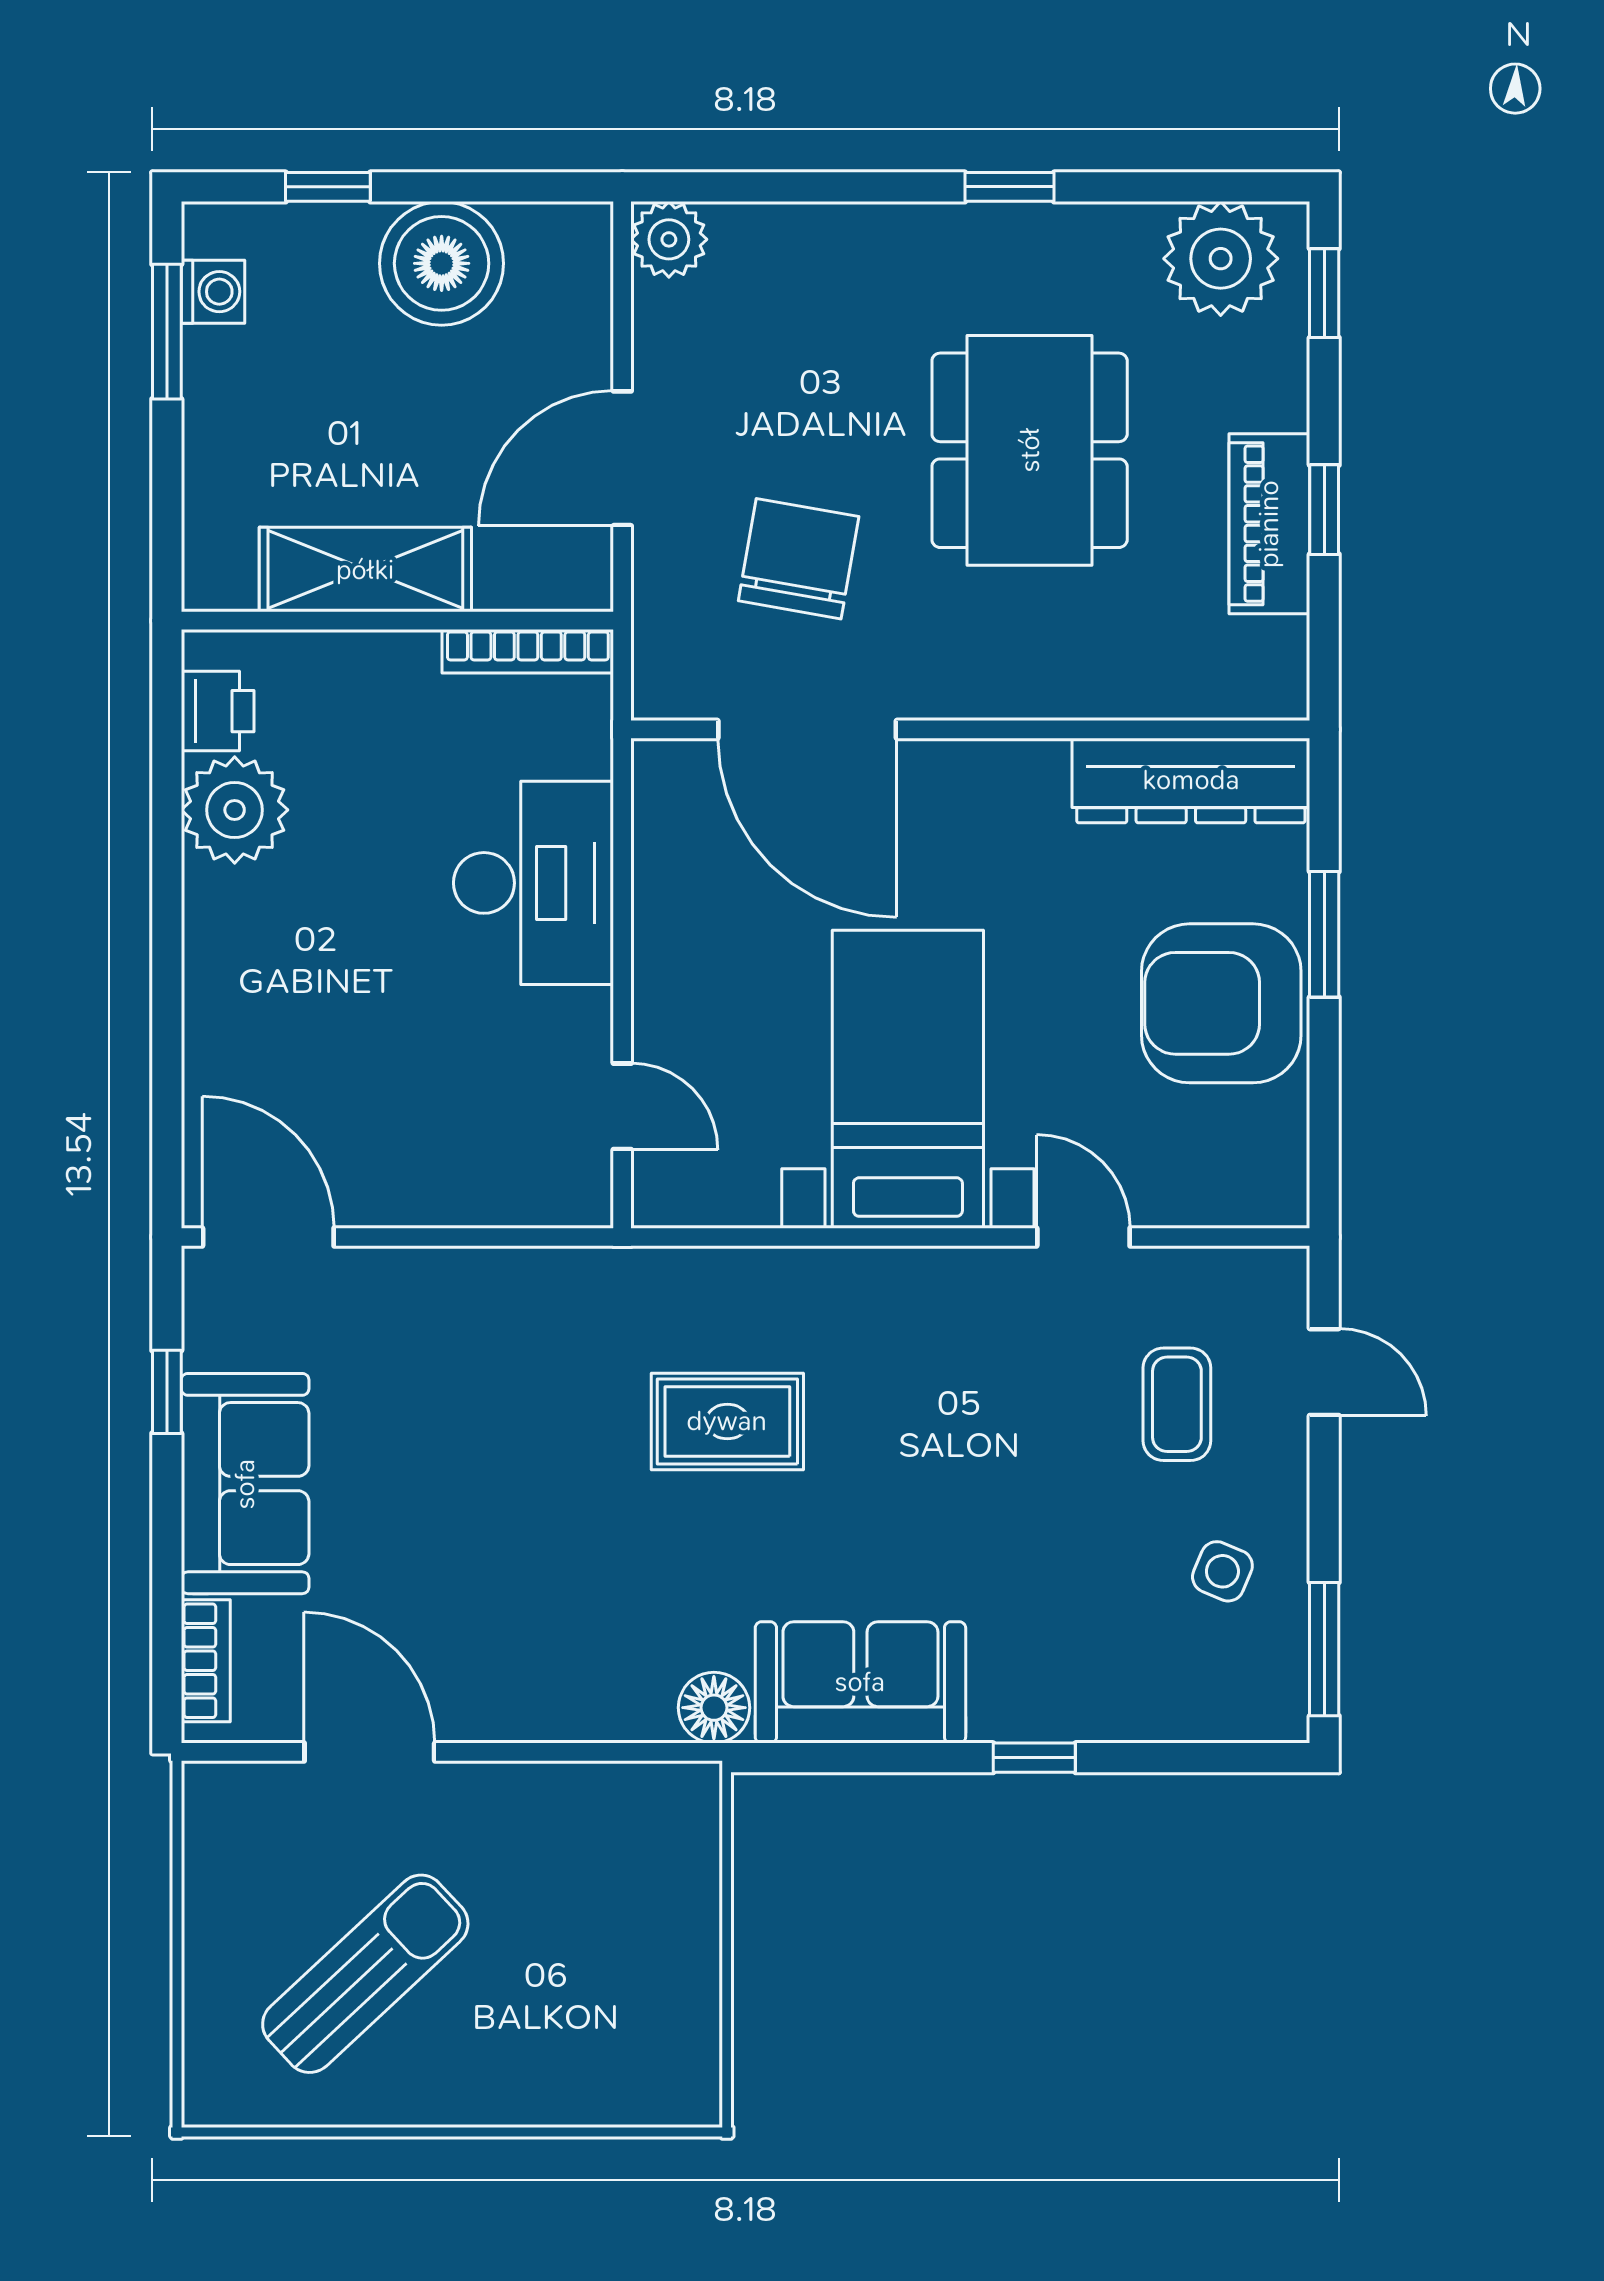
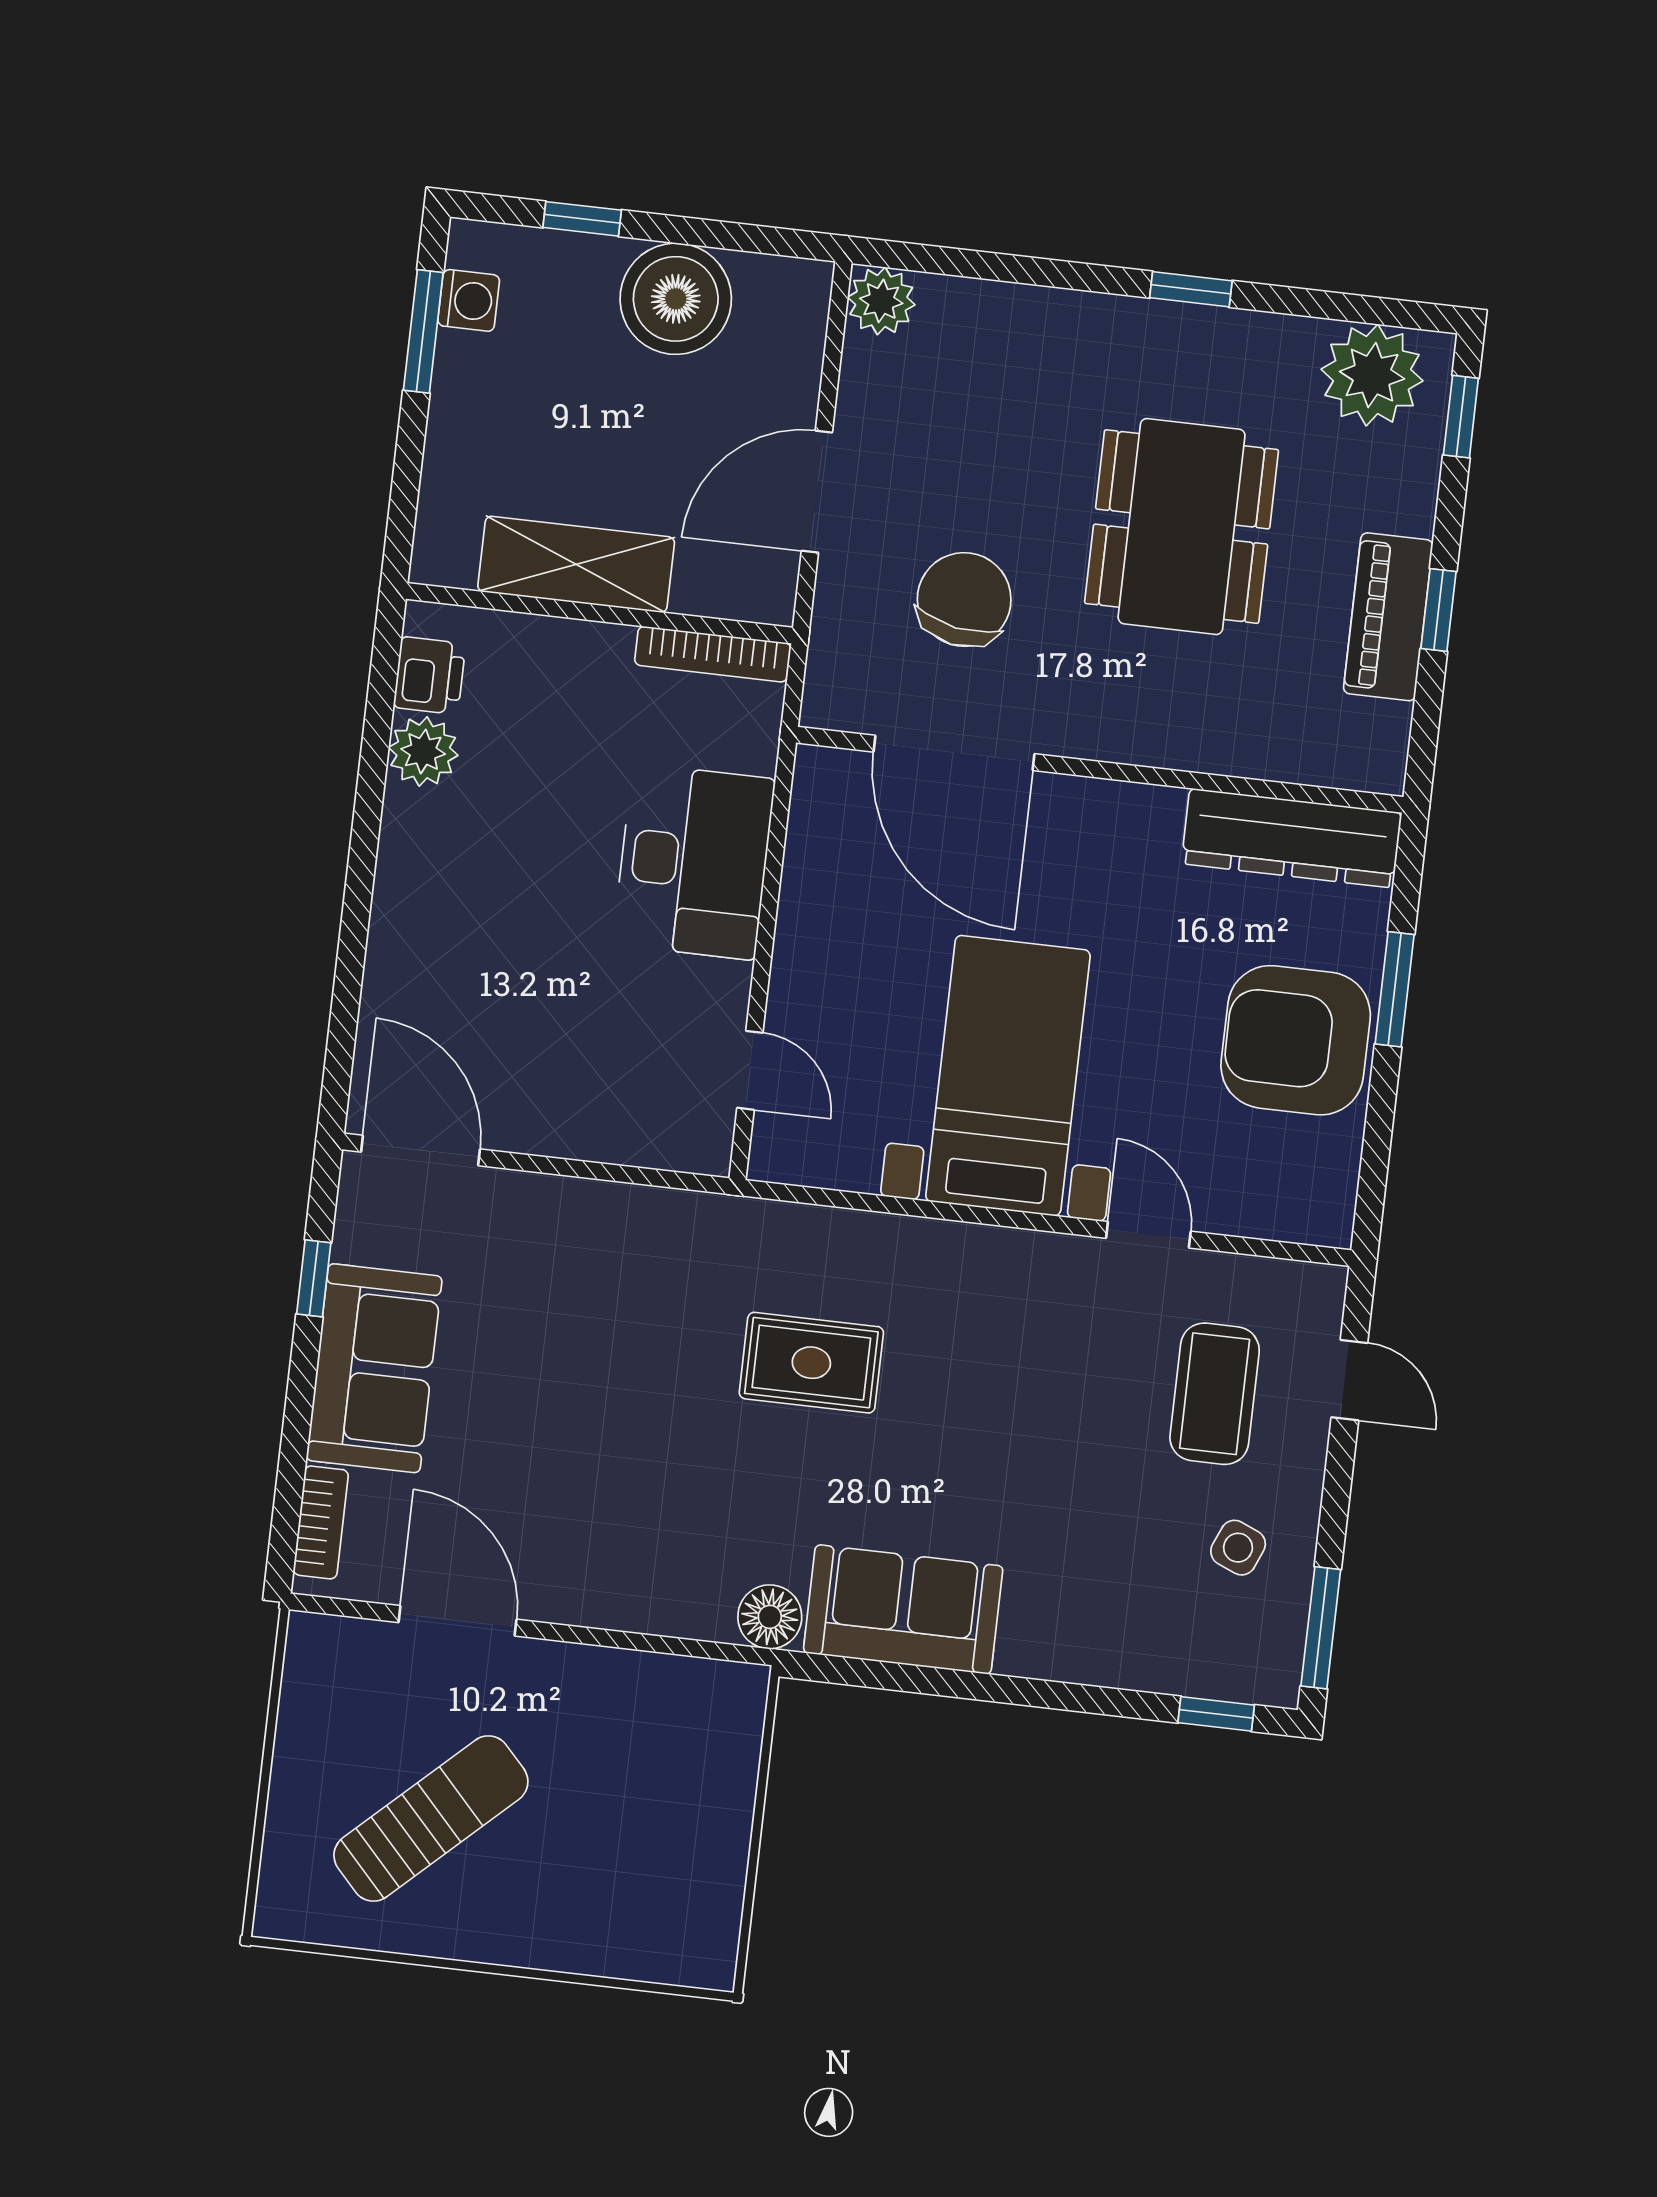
plant: (235, 810) -> (423, 751), width x0.73, depth x0.73
coffee table: (1177, 1404) -> (1215, 1394), width x1.36, depth x1.30
window: (1034, 1758) -> (1216, 1714), moved

